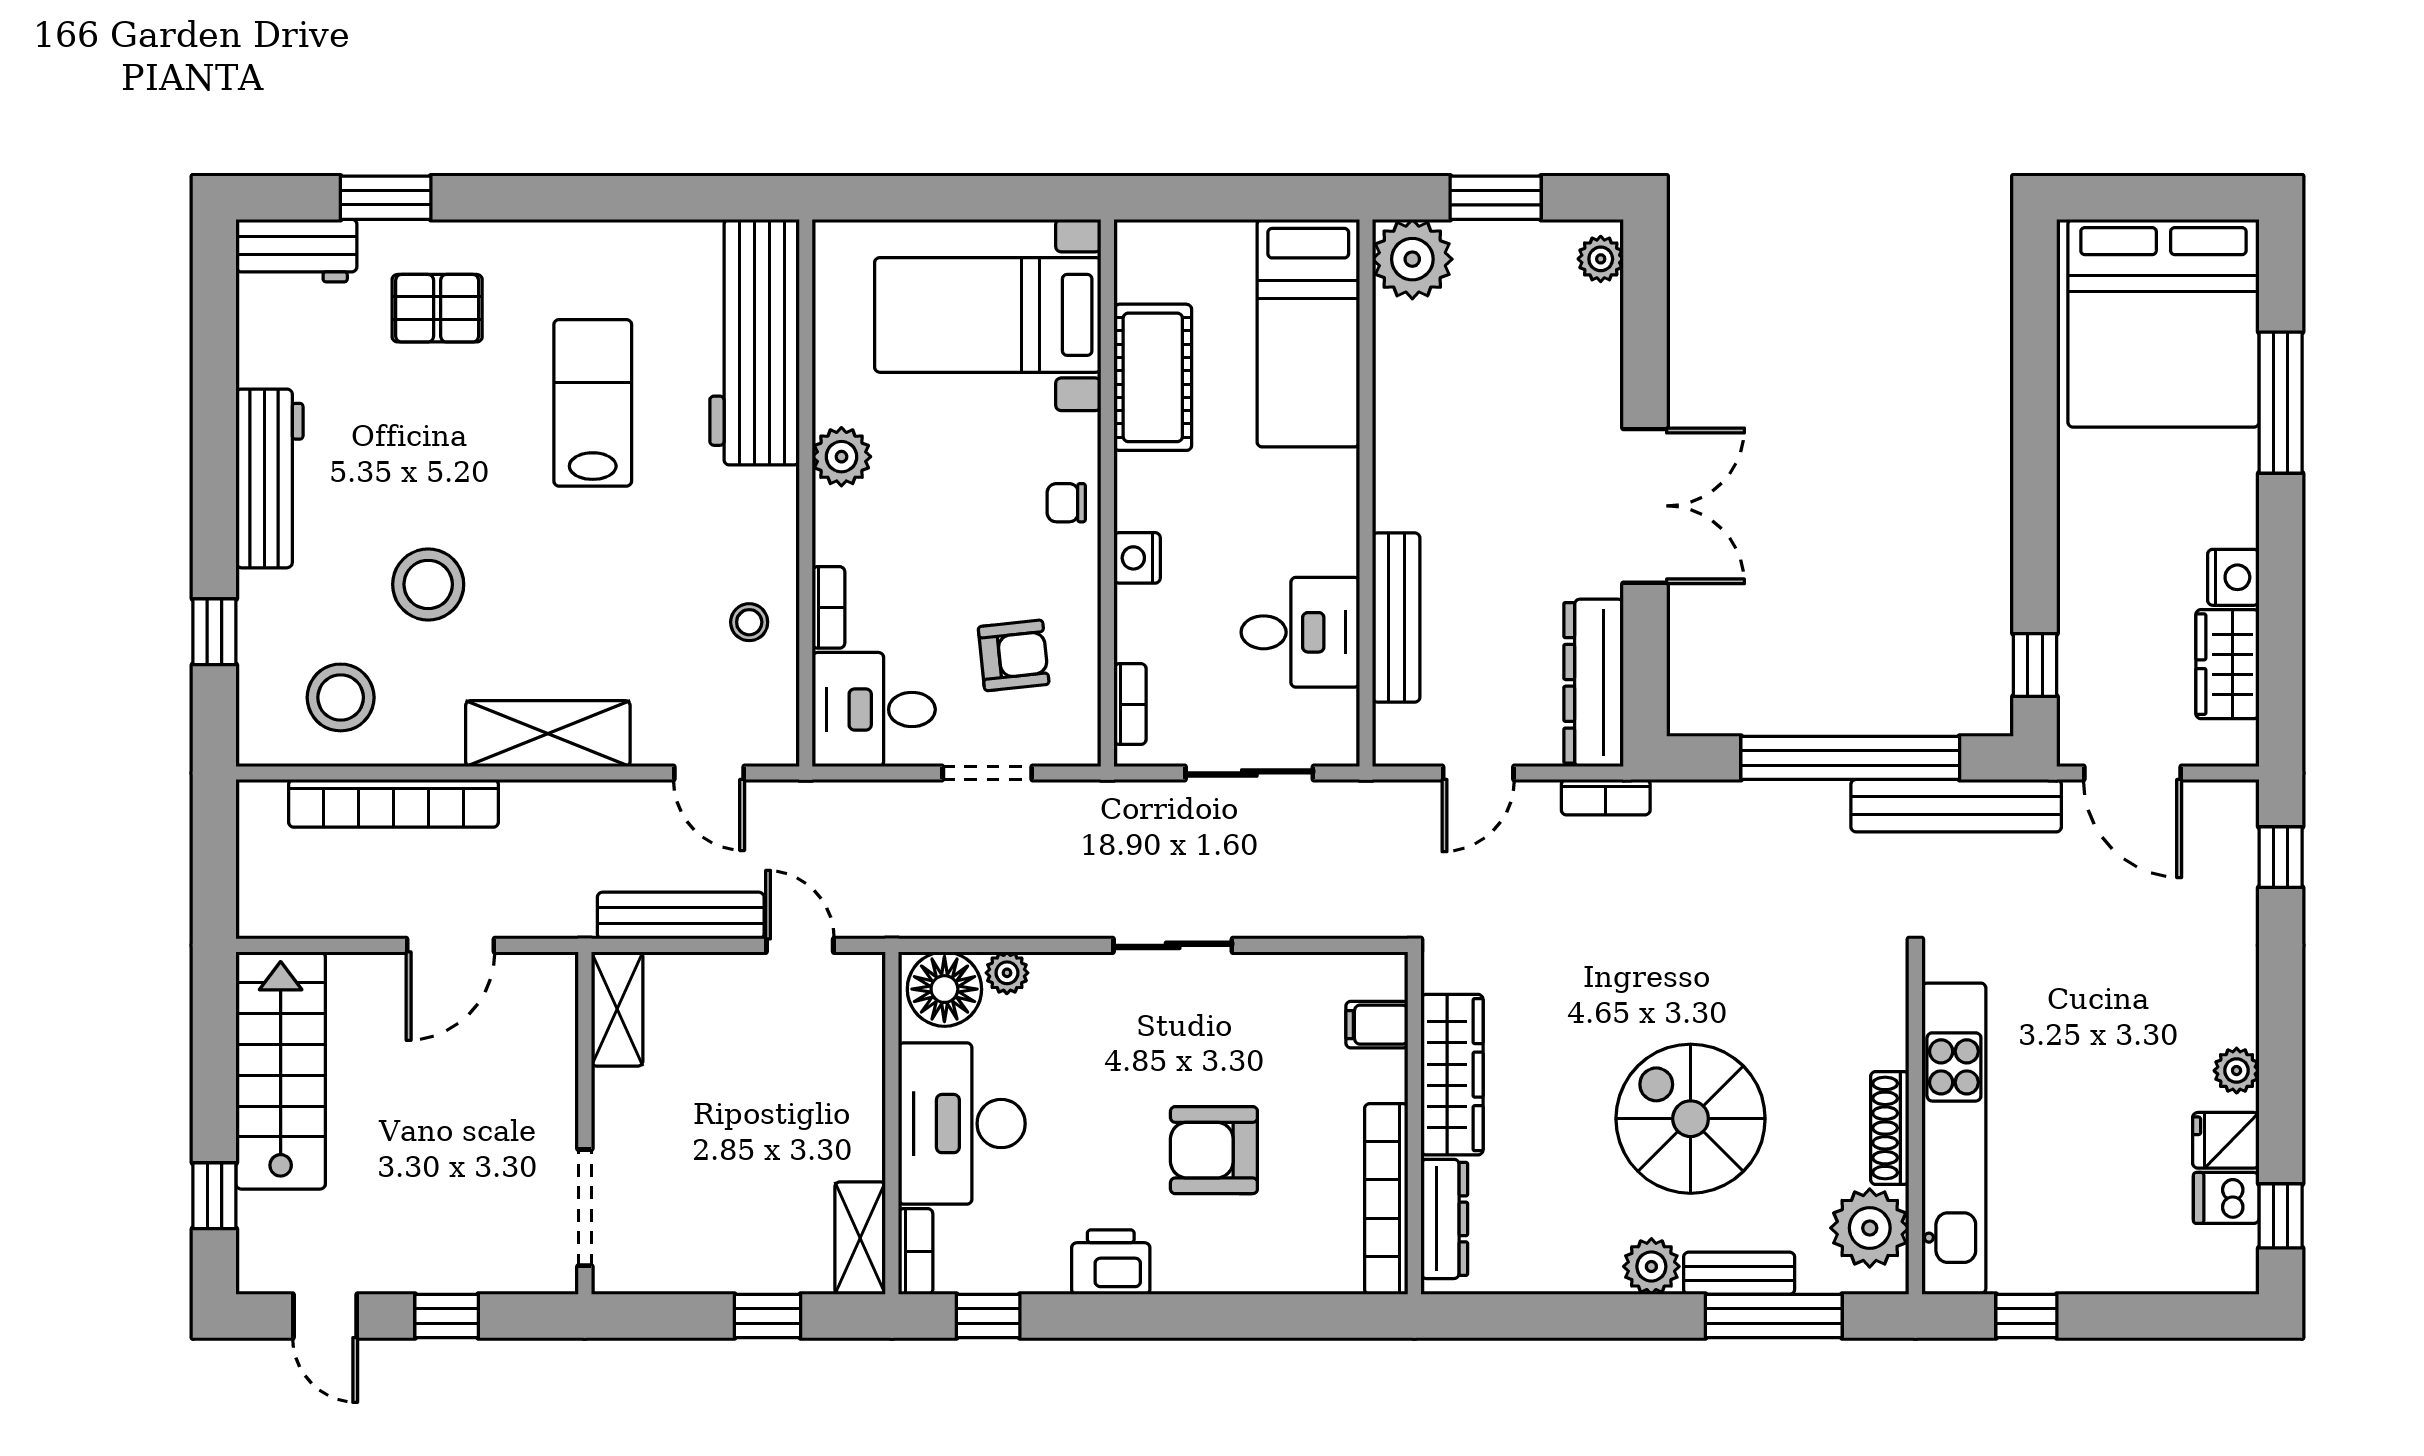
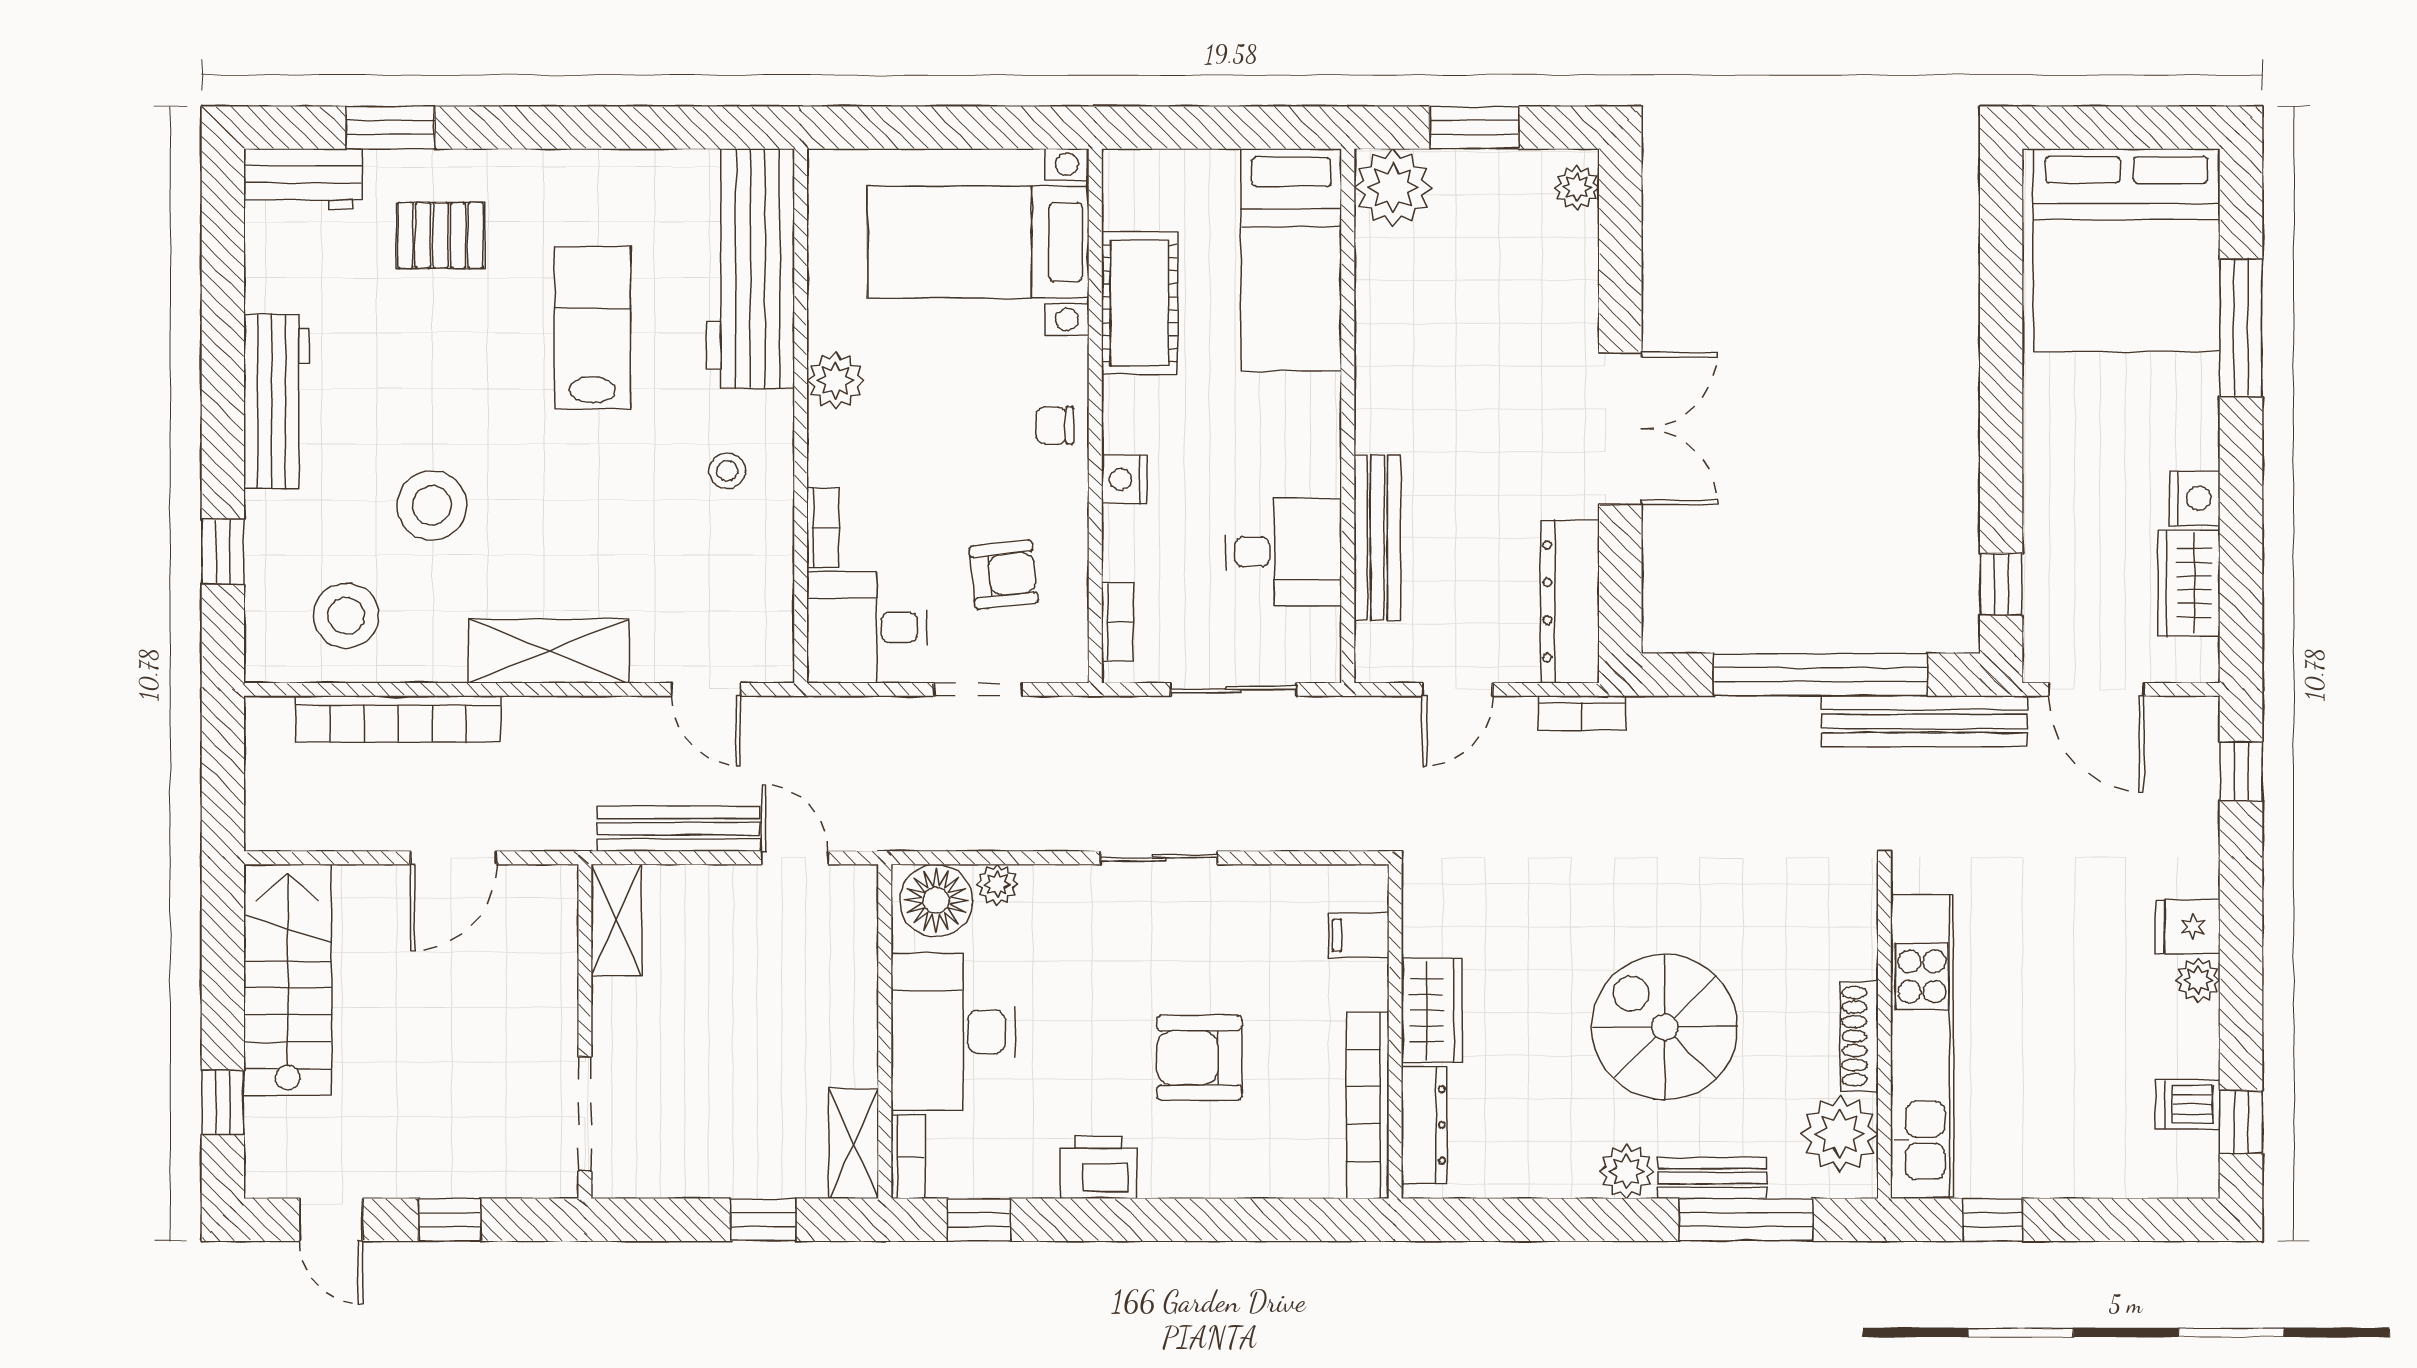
stool: (749, 622) -> (727, 471), moved
wardrobe: (1452, 1075) -> (1432, 1010), width x0.67
fridge: (2226, 1140) -> (2188, 927), moved

